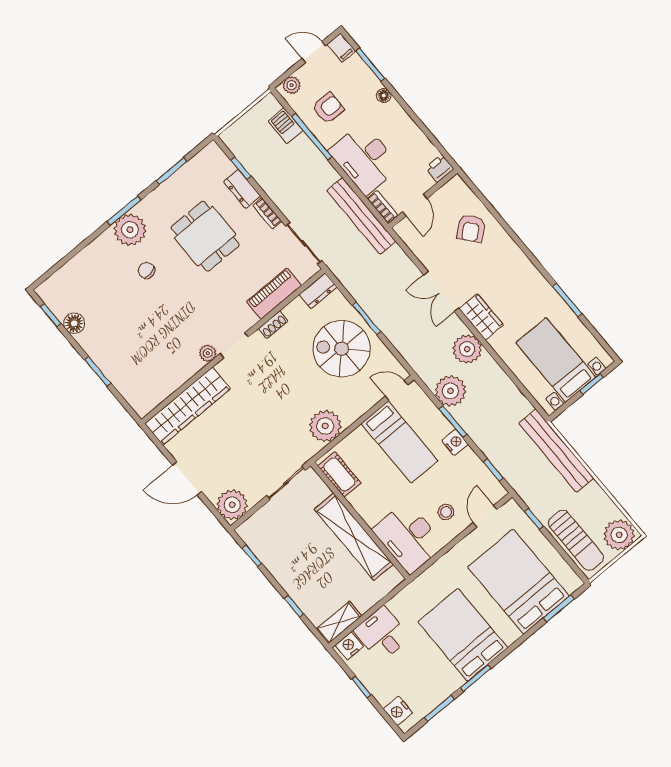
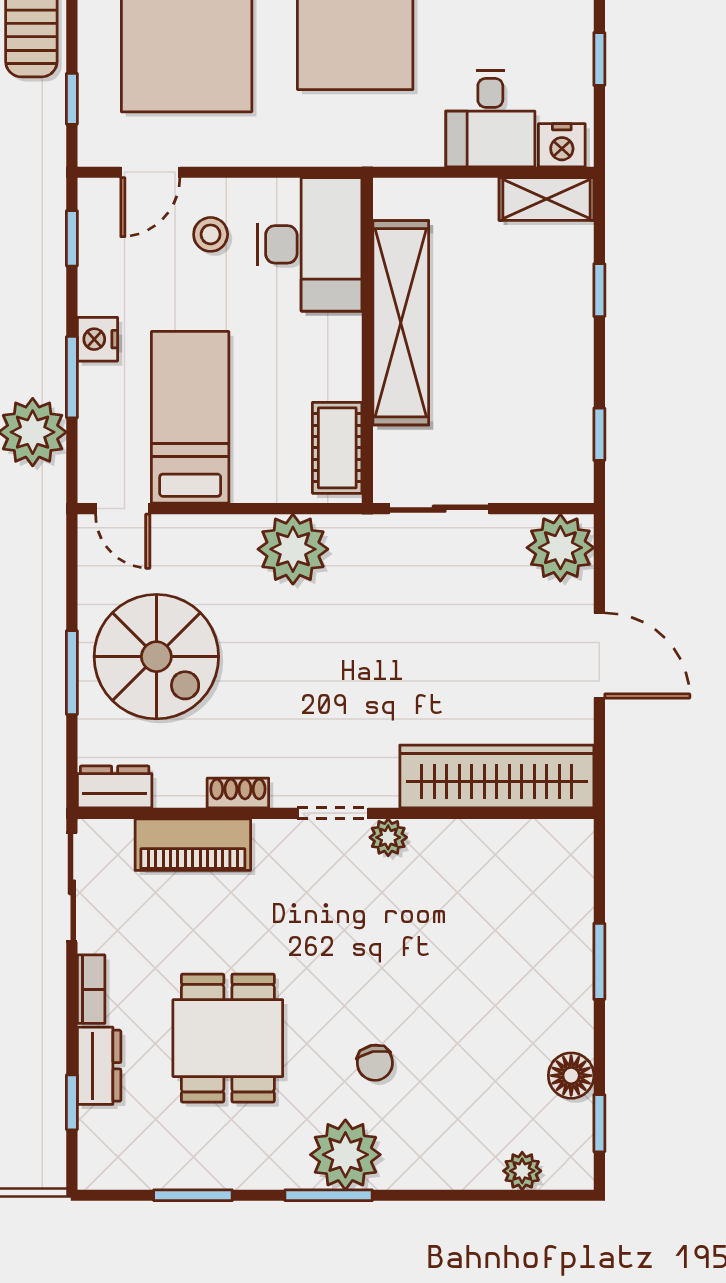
plant: (63, 276) -> (522, 1171), added

